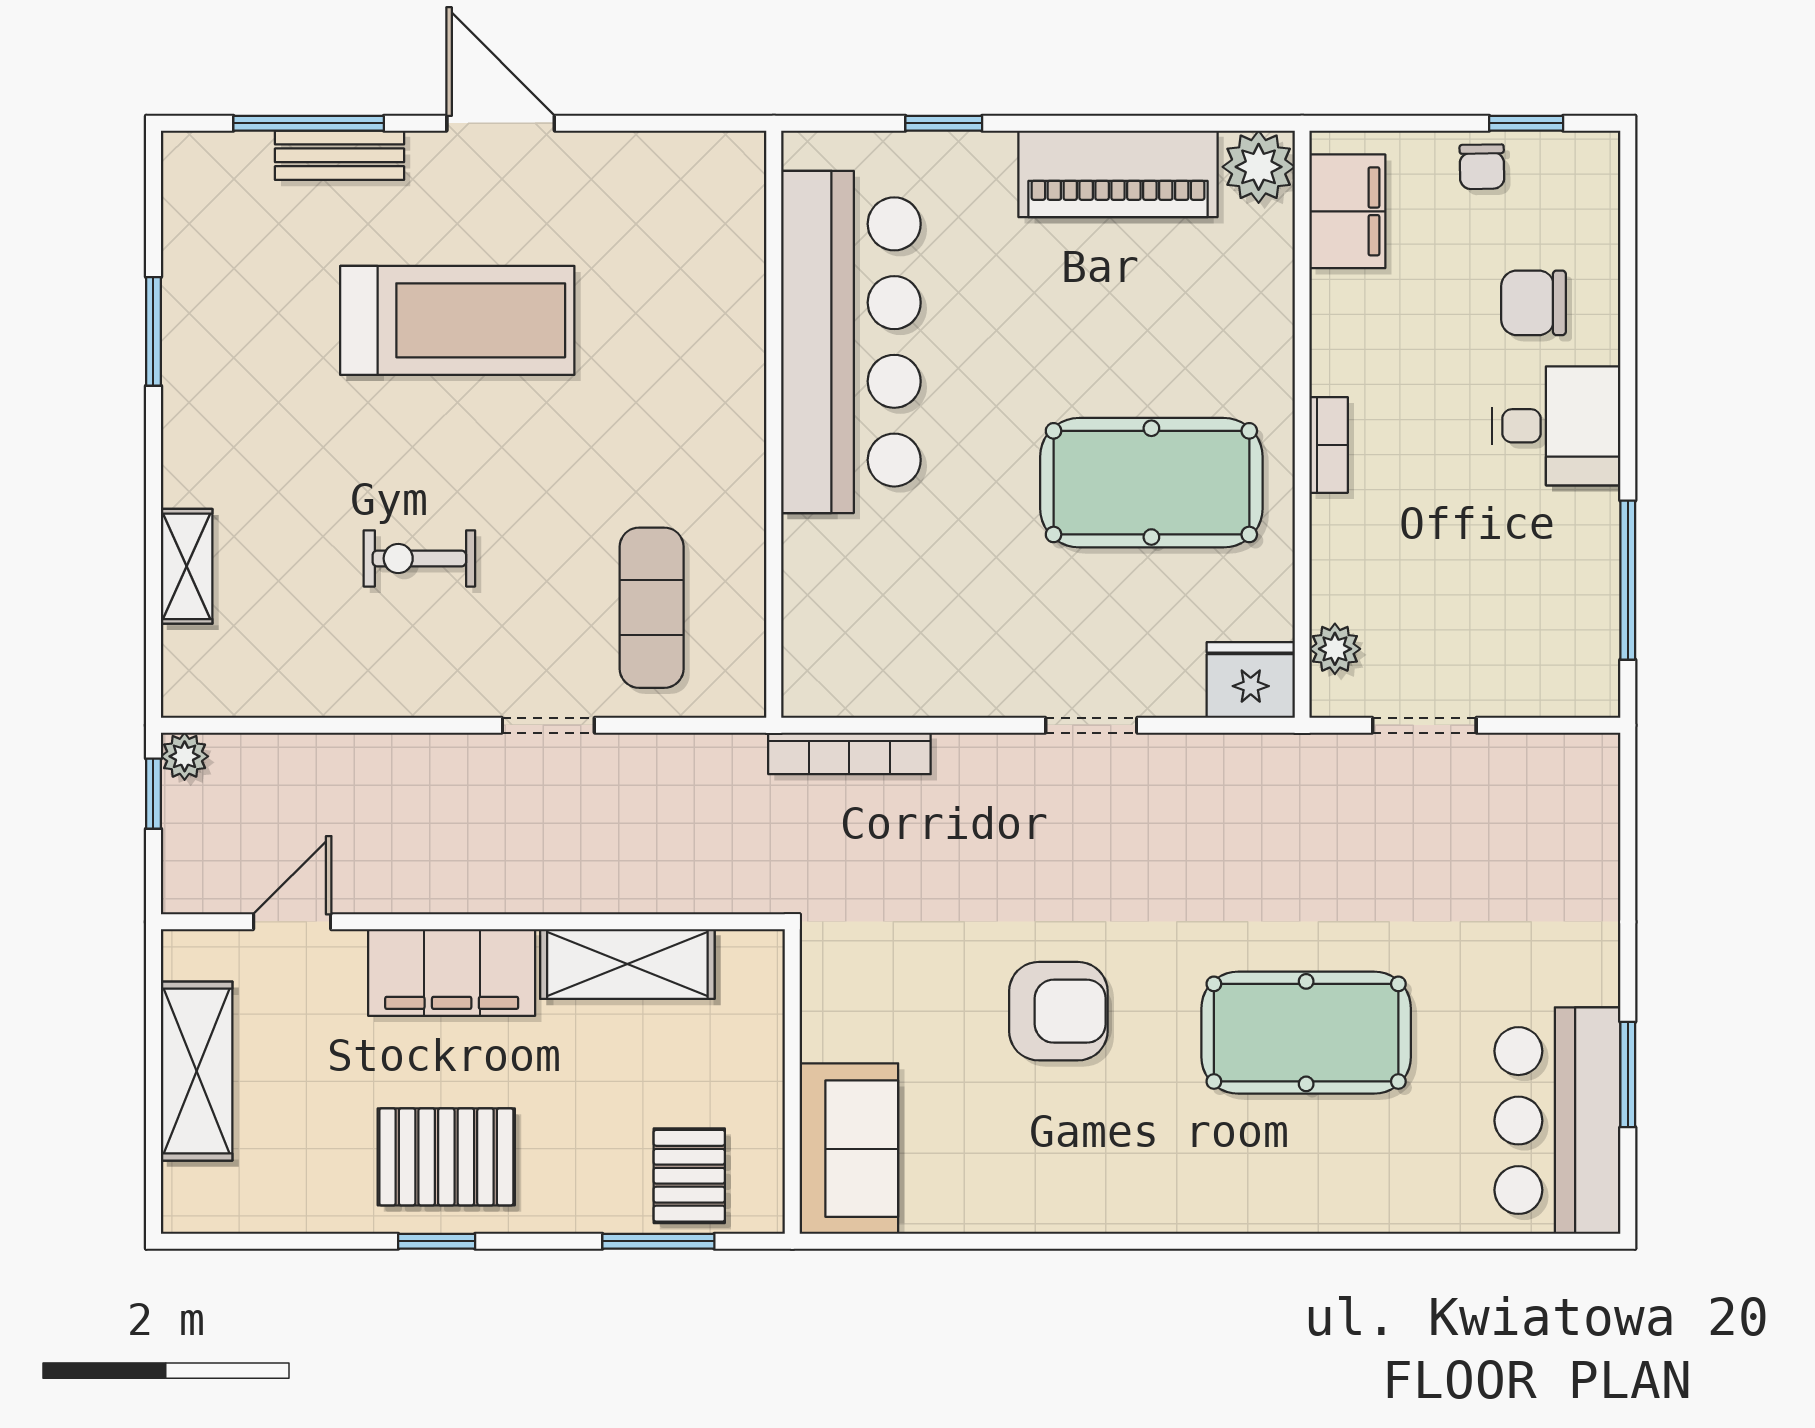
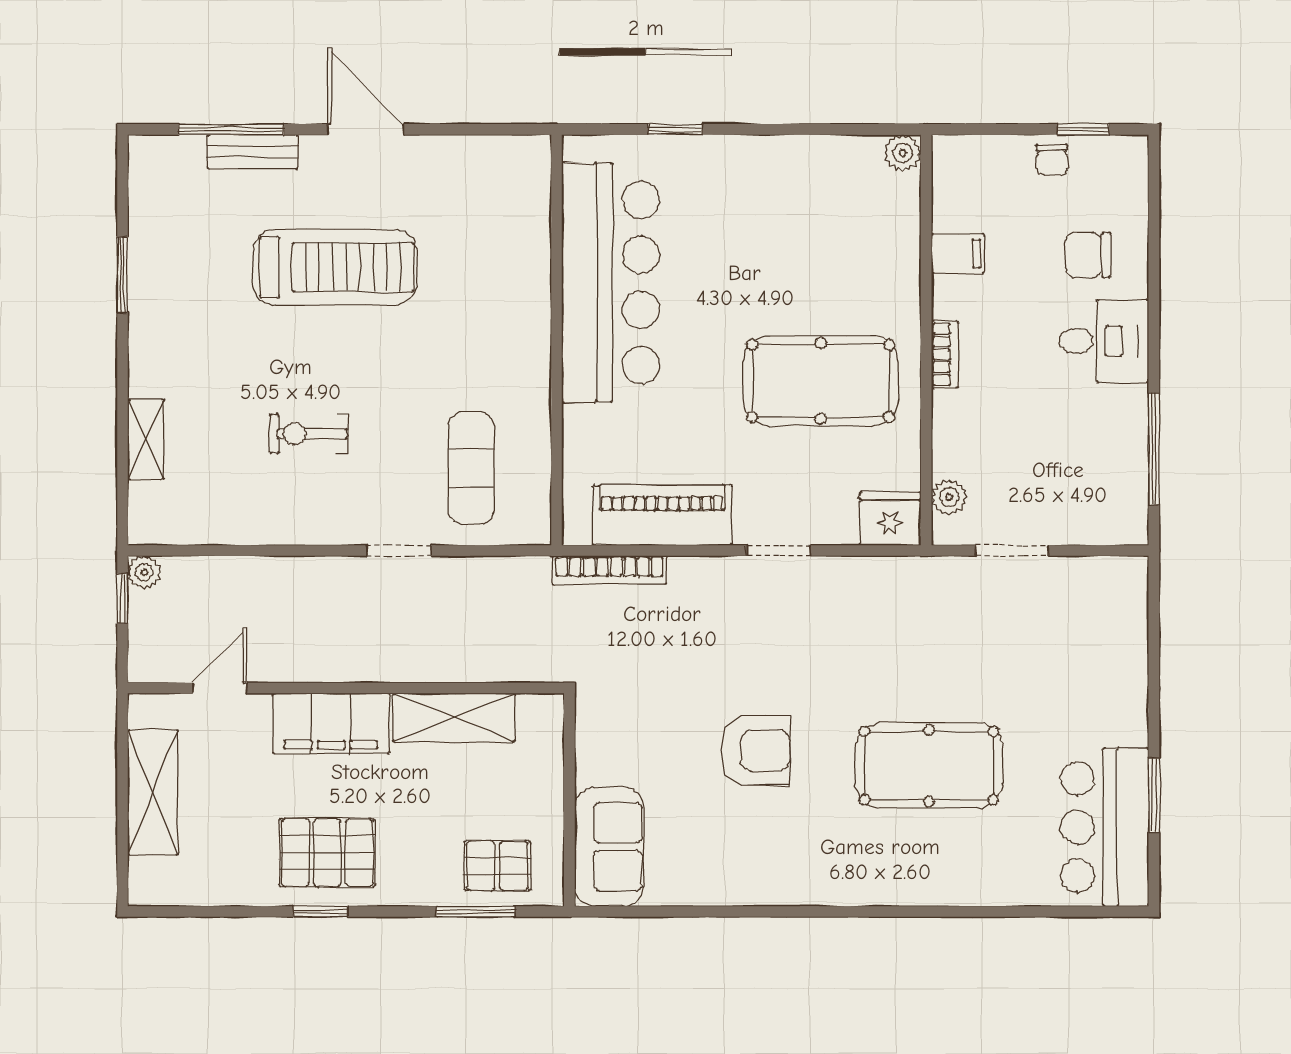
plant: (1259, 167) -> (903, 153), width x0.73, depth x0.73
piano: (1118, 174) -> (662, 515), moved, turned 180
filing cabinet: (1347, 211) -> (958, 254), moved, width x0.50
pallet: (689, 1176) -> (497, 866), turned 90

